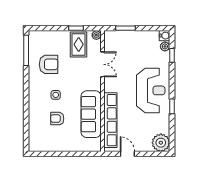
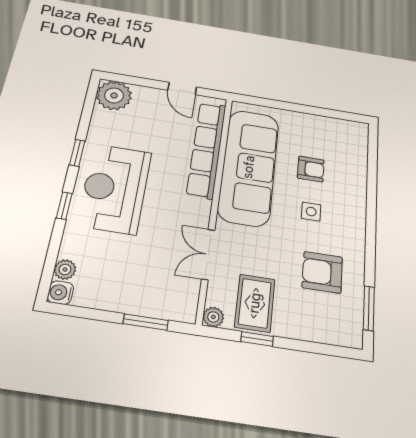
window: (26, 50) -> (369, 308), width x0.69
window: (172, 55) -> (64, 206), moved
sofa: (91, 114) -> (249, 167), width x1.36, depth x1.27

